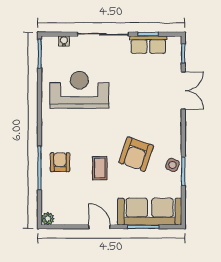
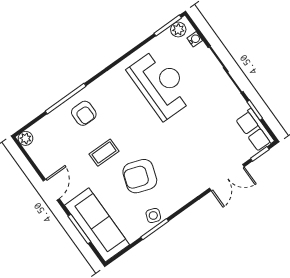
row of seats: (148, 45) -> (255, 130), moved
plant: (48, 48) -> (178, 29), added
armchair: (60, 162) -> (84, 113), turned 90

